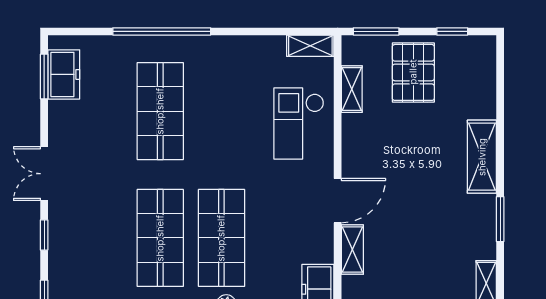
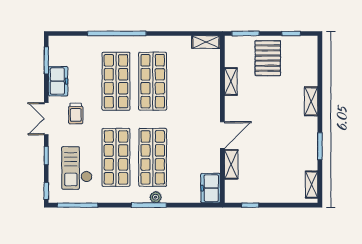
freezer: (64, 74) -> (58, 81), moved
shelving: (352, 89) -> (231, 81), moved
shop shelf: (221, 111) -> (153, 81), added
checkout: (299, 123) -> (77, 168), moved
shelving: (482, 157) -> (311, 101), width x0.67, depth x0.75
trolley: (93, 165) -> (76, 114), added

